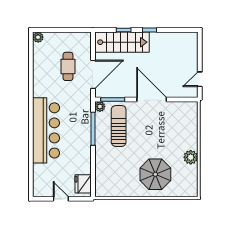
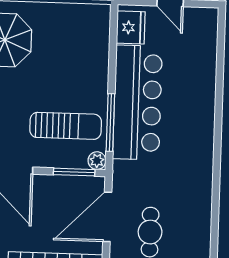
sun lounger: (119, 126) -> (66, 126), turned -90
bar counter: (46, 130) -> (137, 103), moved, turned 180

